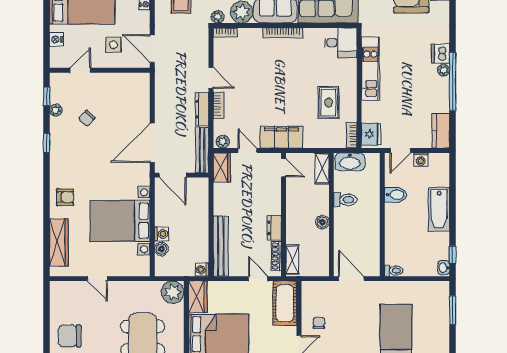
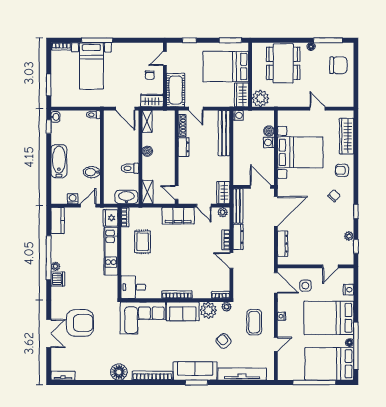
kitchen unit: (370, 69) -> (111, 251), moved
dresser: (143, 100) -> (283, 244), added
chair: (87, 118) -> (334, 196), moved
shelving: (292, 260) -> (147, 121), moved
wardrobe: (316, 290) -> (152, 100), added

